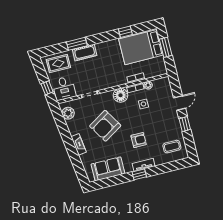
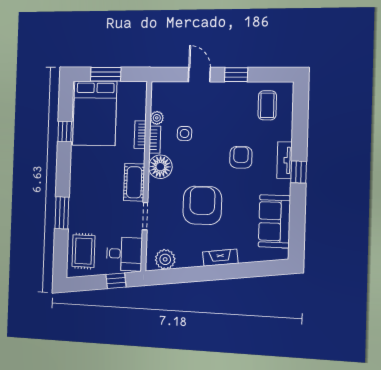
cot: (85, 52) -> (134, 182), moved
armchair: (105, 126) -> (202, 205), turned -148

